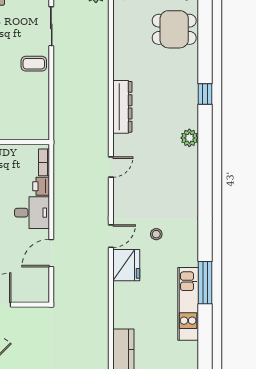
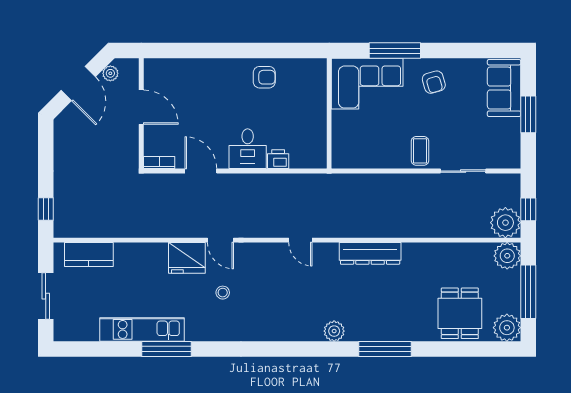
window: (205, 94) -> (385, 349), width x2.17
bookcase: (44, 162) -> (159, 163), moved

